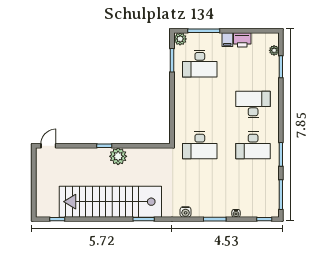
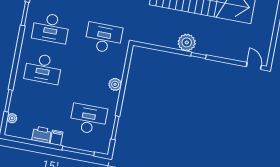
plant: (180, 39) -> (115, 84), moved
desk: (253, 145) -> (51, 28), turned 180
door: (48, 146) -> (254, 66), swing flipped

